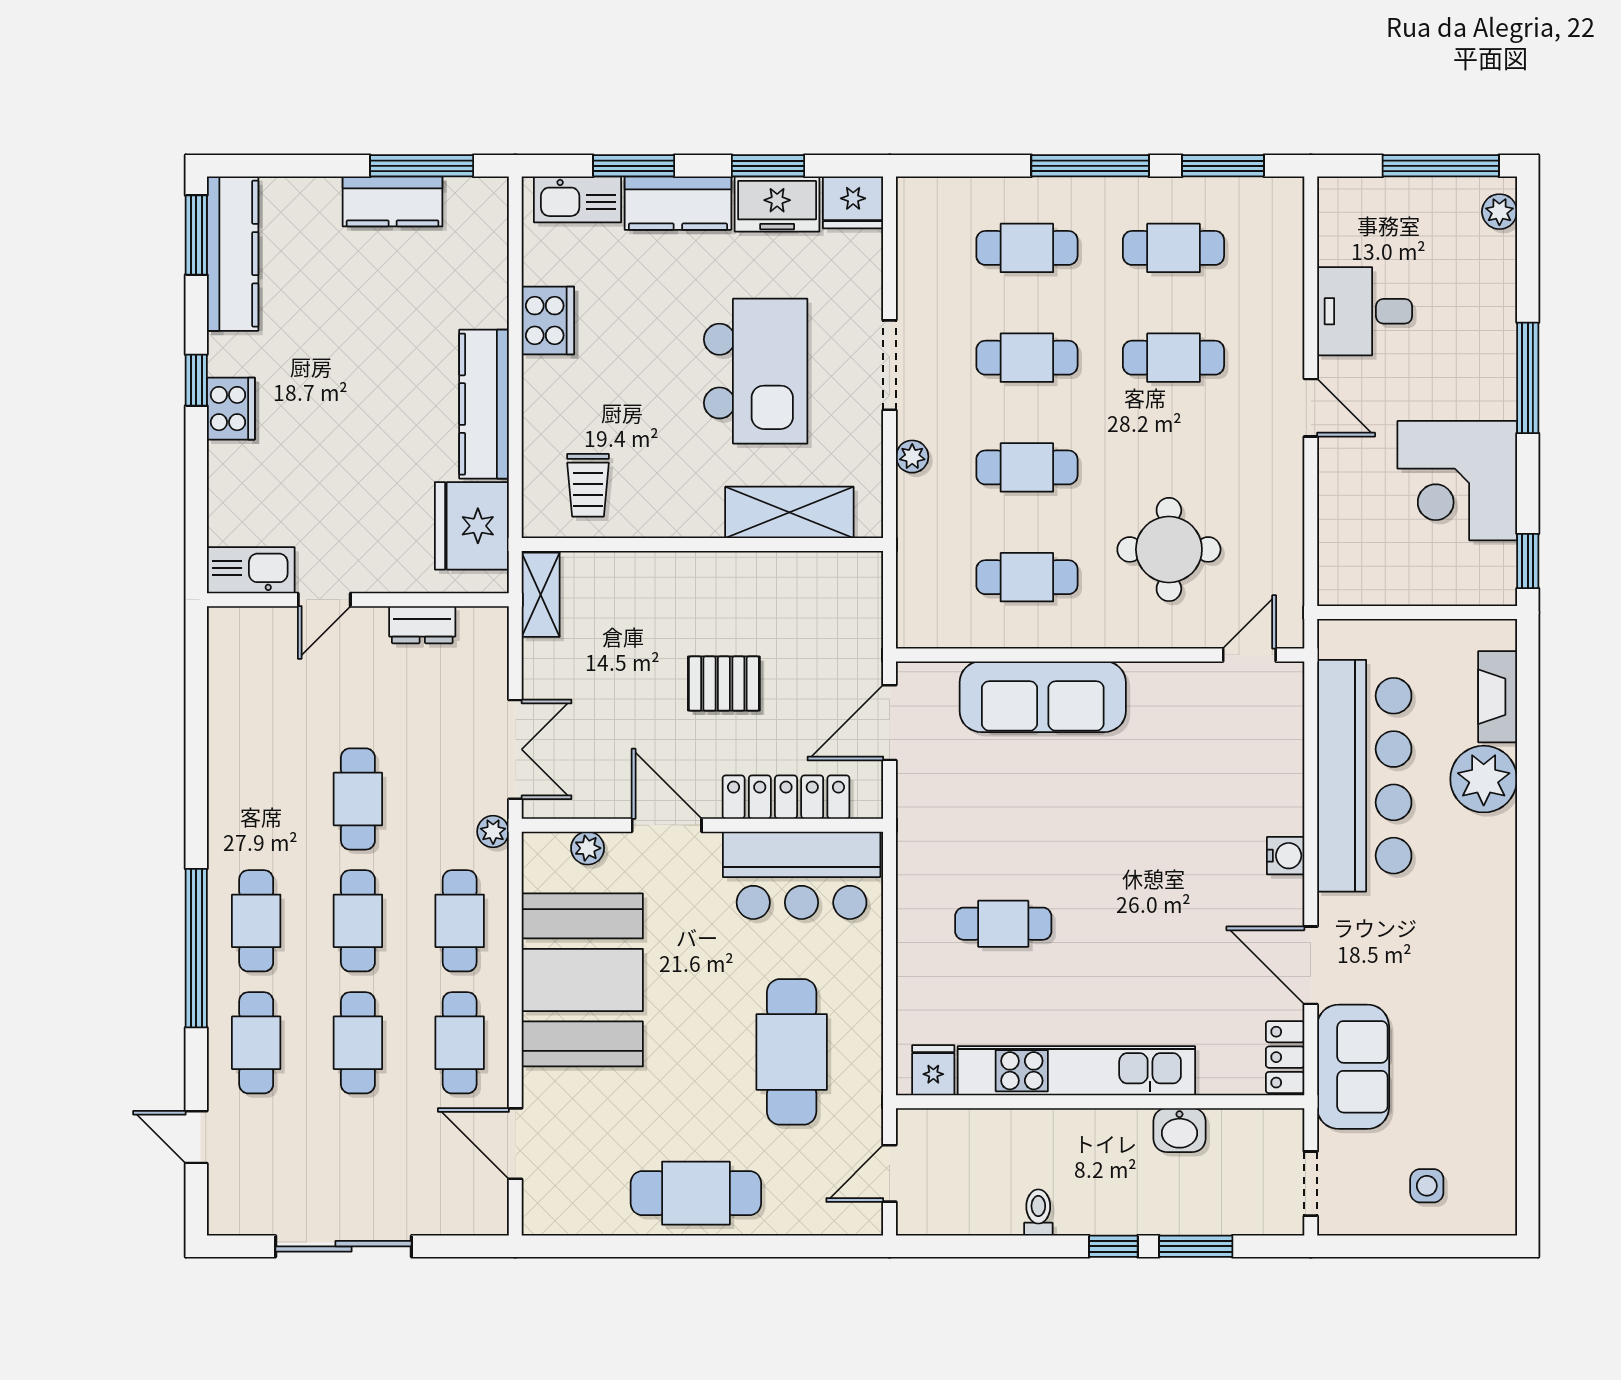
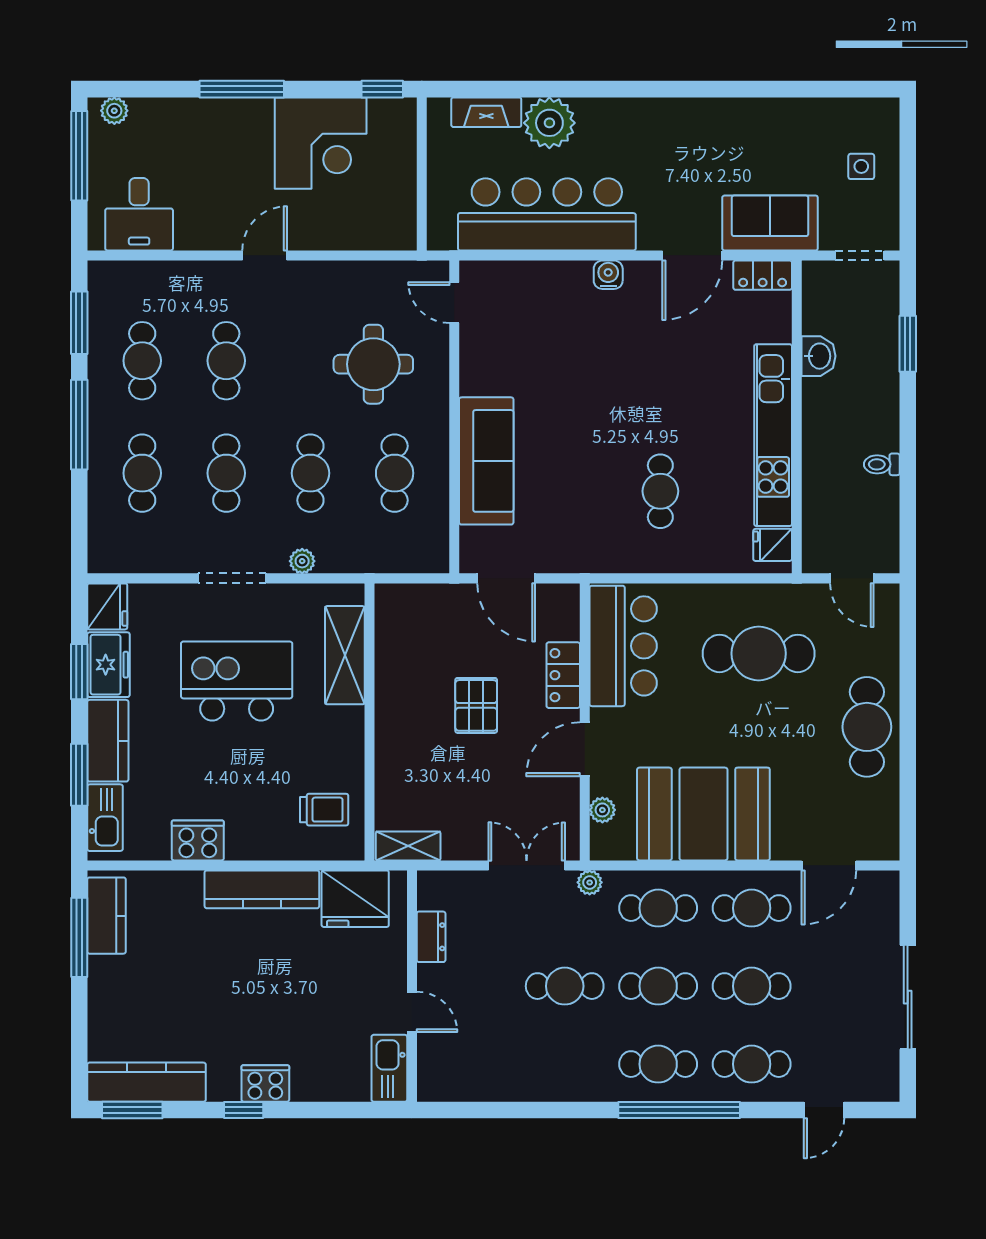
kitchen counter: (393, 201) -> (106, 916), moved
desk: (1365, 311) -> (139, 214), moved
locker: (786, 797) -> (563, 675), width x0.66
window: (1113, 1246) -> (908, 407), removed

